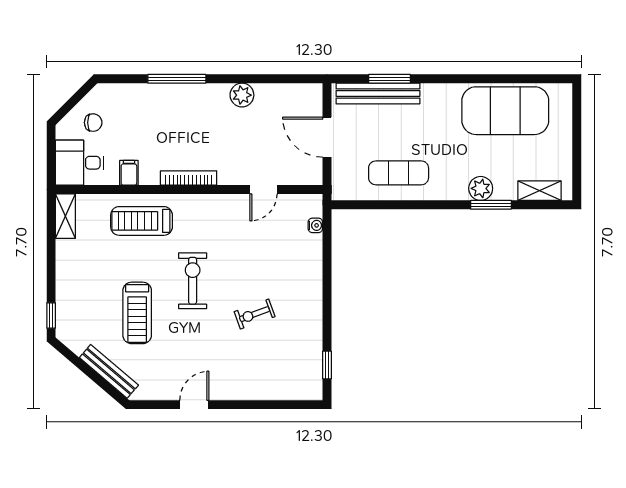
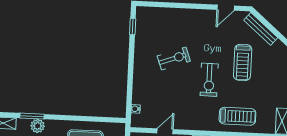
treadmill: (137, 313) -> (243, 62), turned 180
exercise bike: (255, 314) -> (174, 58), width x1.38, depth x1.39
door: (194, 405) -> (226, 8), moved

